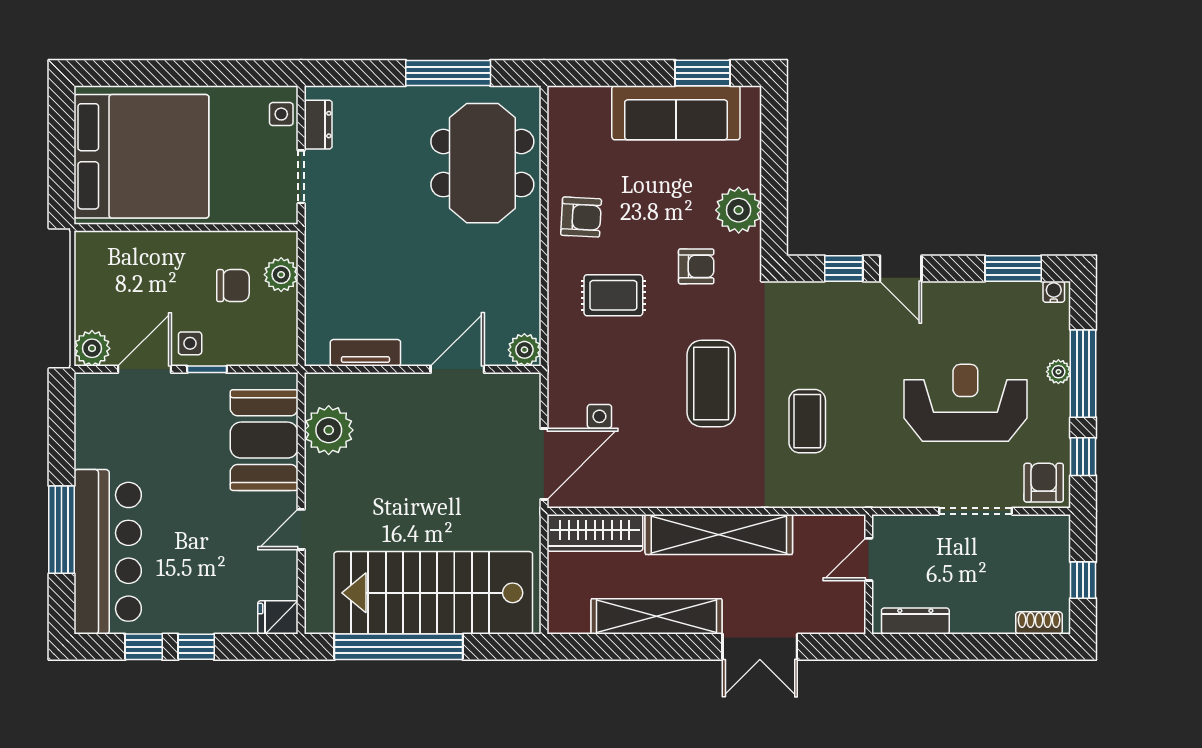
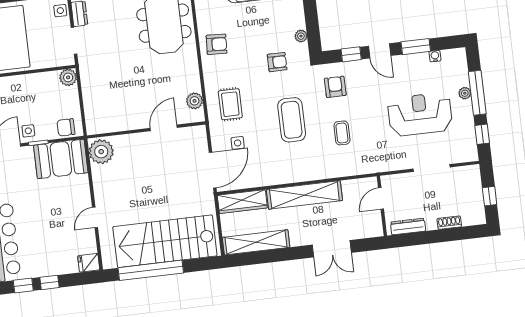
plant: (739, 210) -> (301, 36), width x0.53, depth x0.53
window: (1013, 268) -> (416, 47), moved
plant: (281, 275) -> (68, 77), moved
chair: (233, 286) -> (66, 127), moved, turned 180
water cooler: (1054, 292) -> (435, 56), moved
rug: (613, 295) -> (230, 104), moved, turned 90
plant: (524, 350) -> (195, 101), moved
tv unit: (365, 353) -> (117, 125), removed
coffee table: (807, 421) -> (342, 133), width x0.73, depth x0.77
plant: (329, 430) -> (101, 152), moved
booth: (264, 440) -> (61, 159), moved, turned 90
armchair: (1044, 483) -> (335, 87), moved
shelving: (657, 616) -> (256, 242), moved
shoe rack: (1039, 623) -> (449, 223), moved

